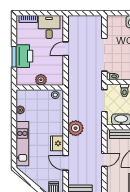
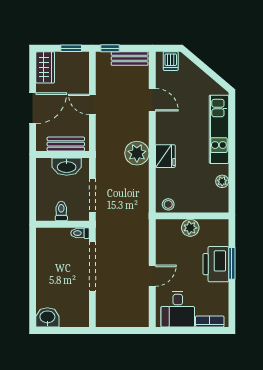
fridge: (57, 143) -> (165, 156), moved
door: (104, 160) -> (92, 104), hinge flipped

